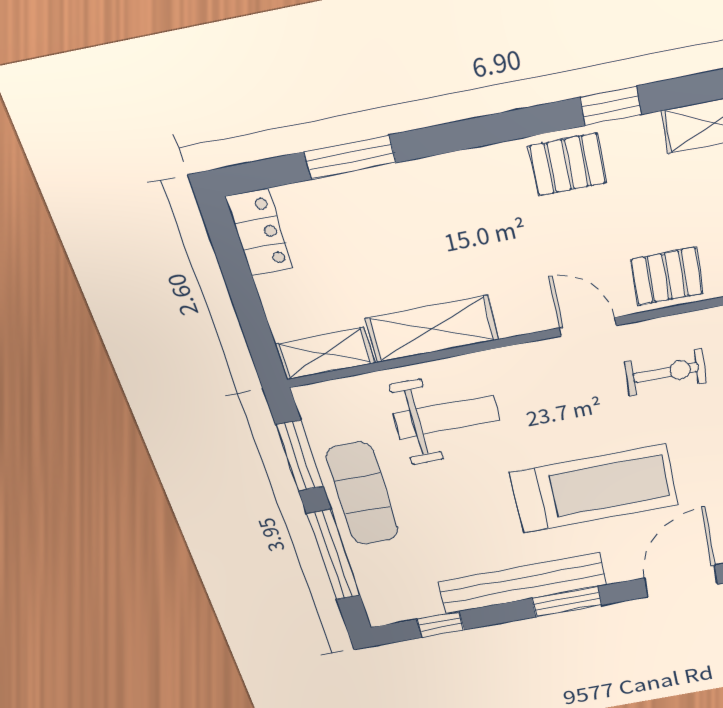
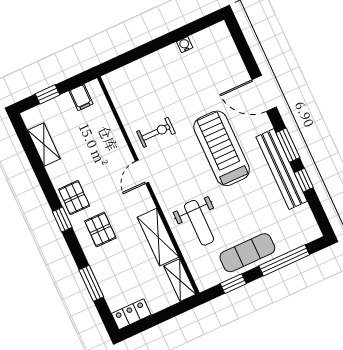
window: (611, 106) -> (62, 220), moved
pallet: (667, 277) -> (100, 229), moved
exercise bike: (666, 372) -> (156, 132), turned 89
weight bench: (446, 417) -> (199, 223), turned 180
window: (300, 456) -> (233, 284), width x0.67
window: (440, 624) -> (304, 180), moved

